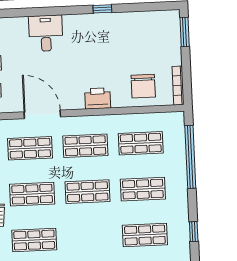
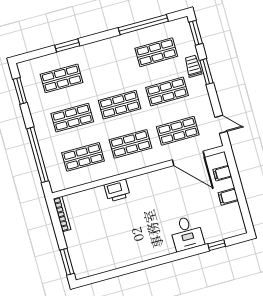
window: (102, 9) -> (217, 245), moved
chair: (143, 86) -> (92, 207), removed
printer: (98, 98) -> (117, 190), moved
door: (42, 114) -> (188, 158), moved
window: (194, 232) -> (20, 91), width x1.50

